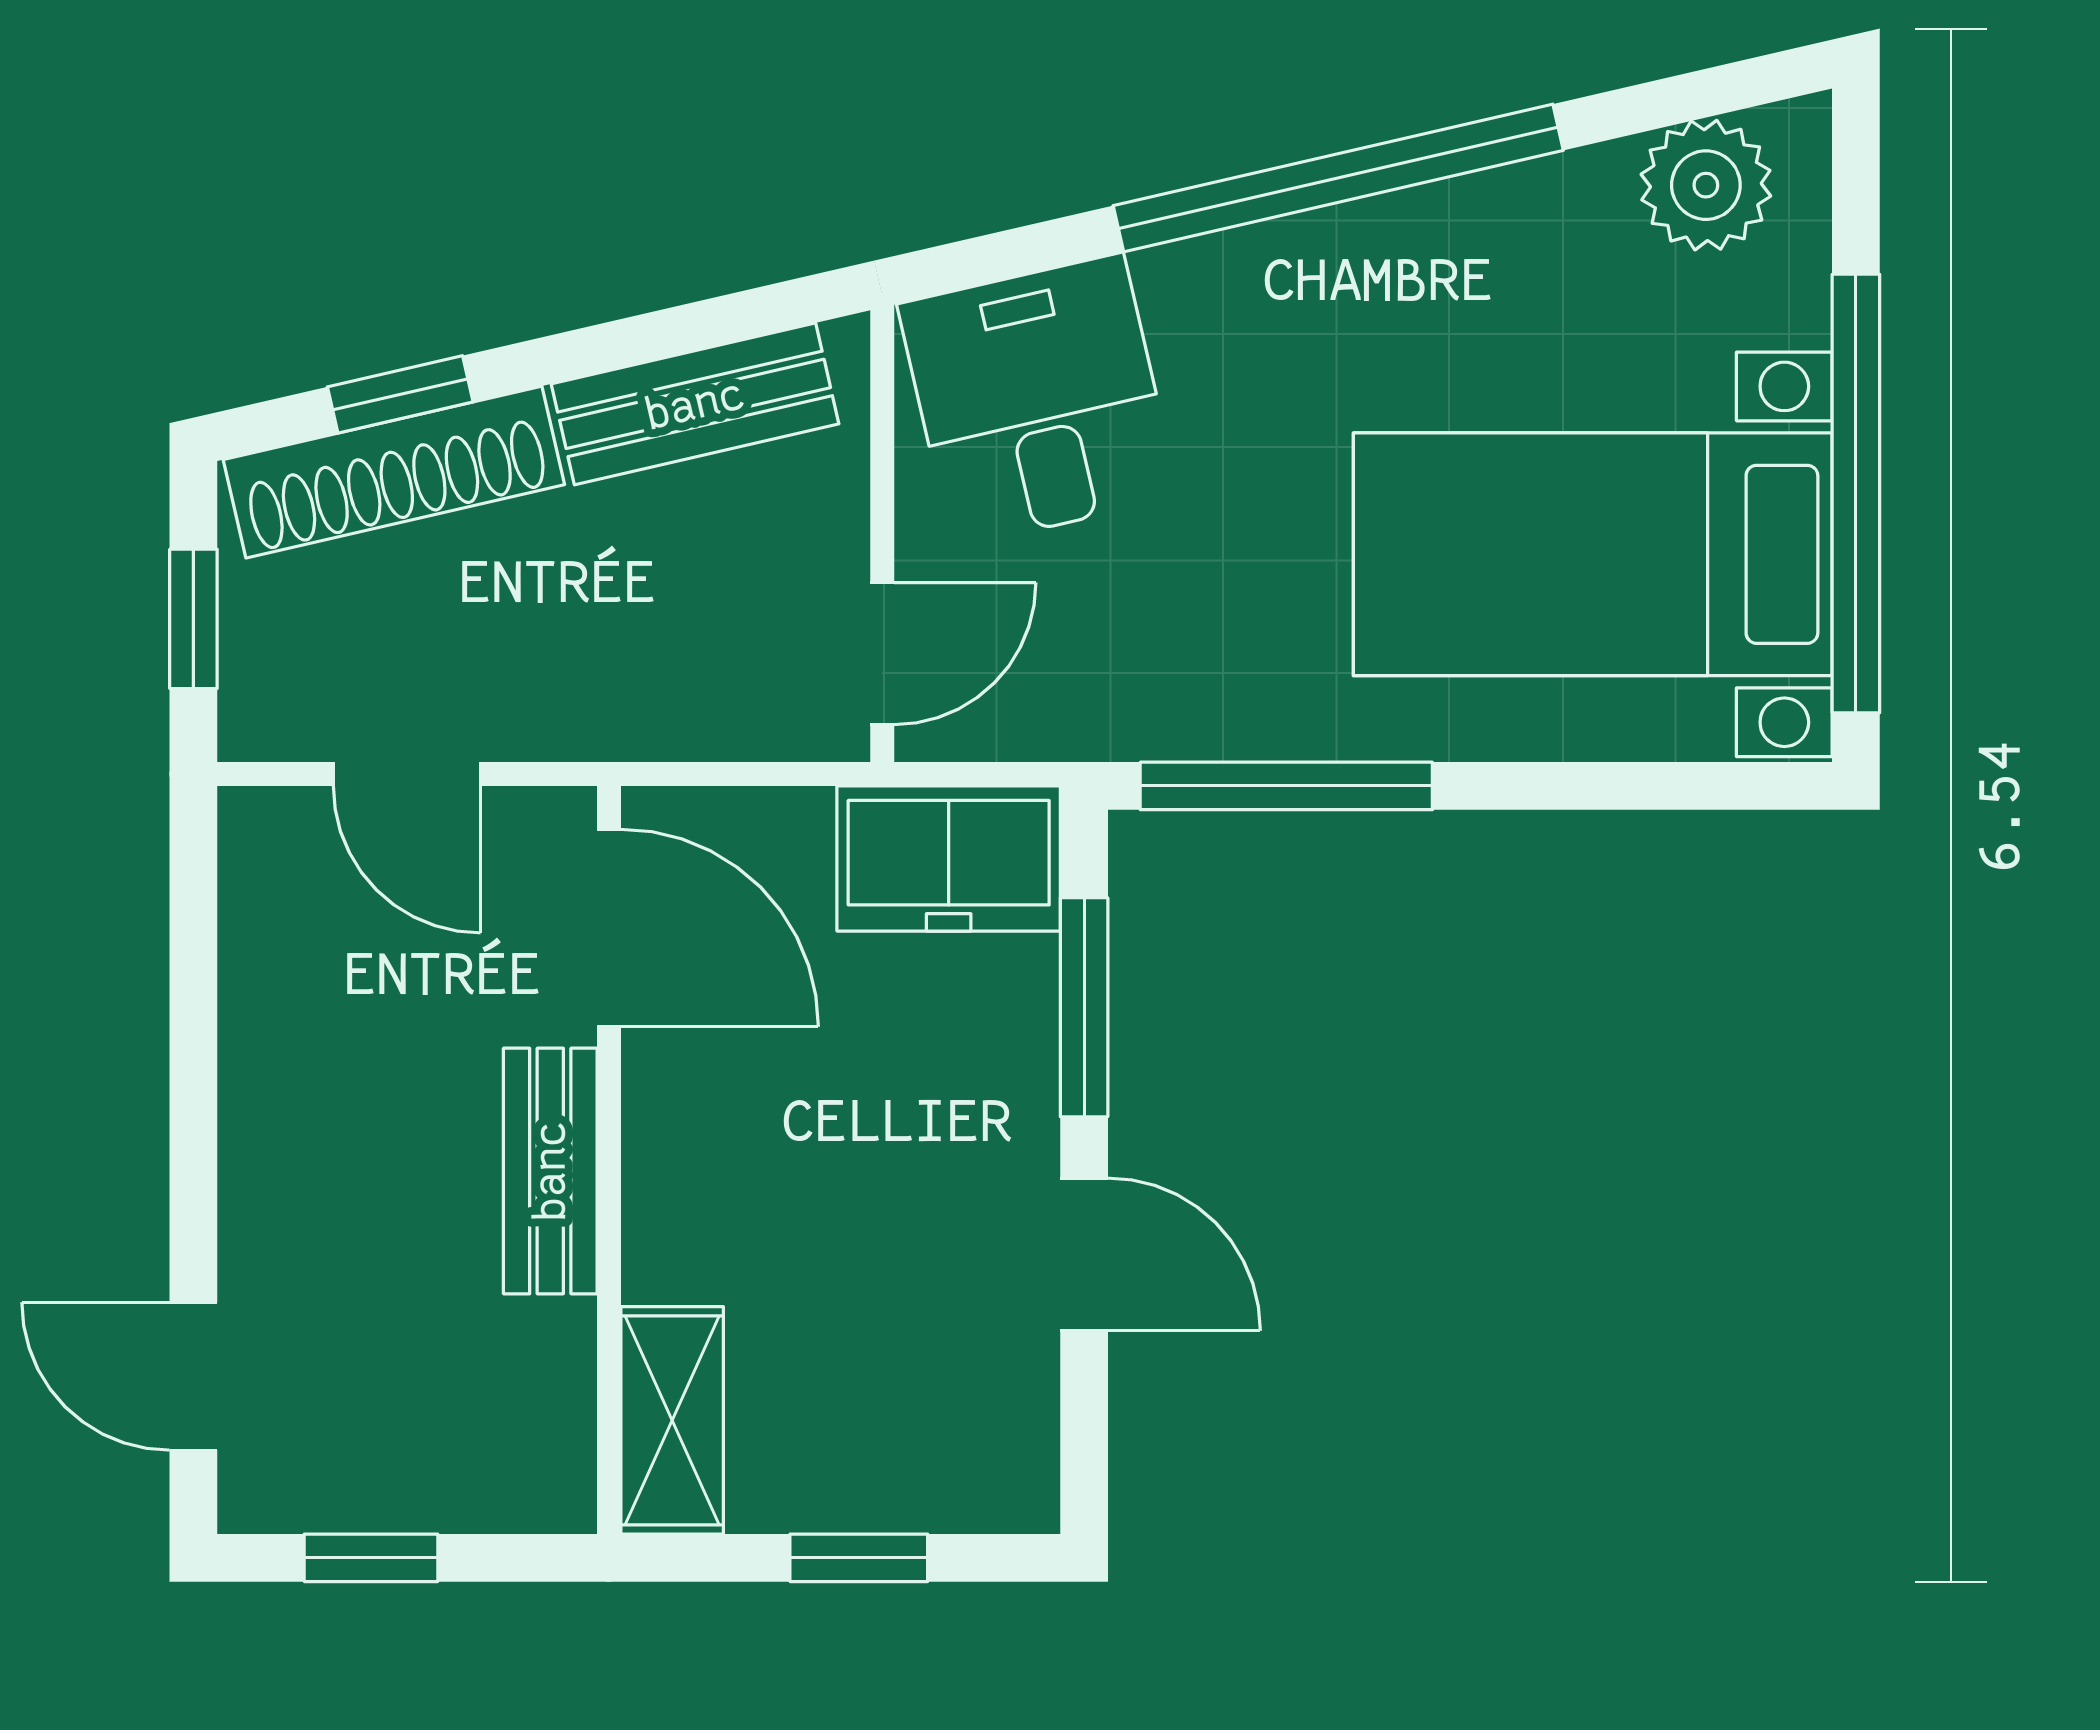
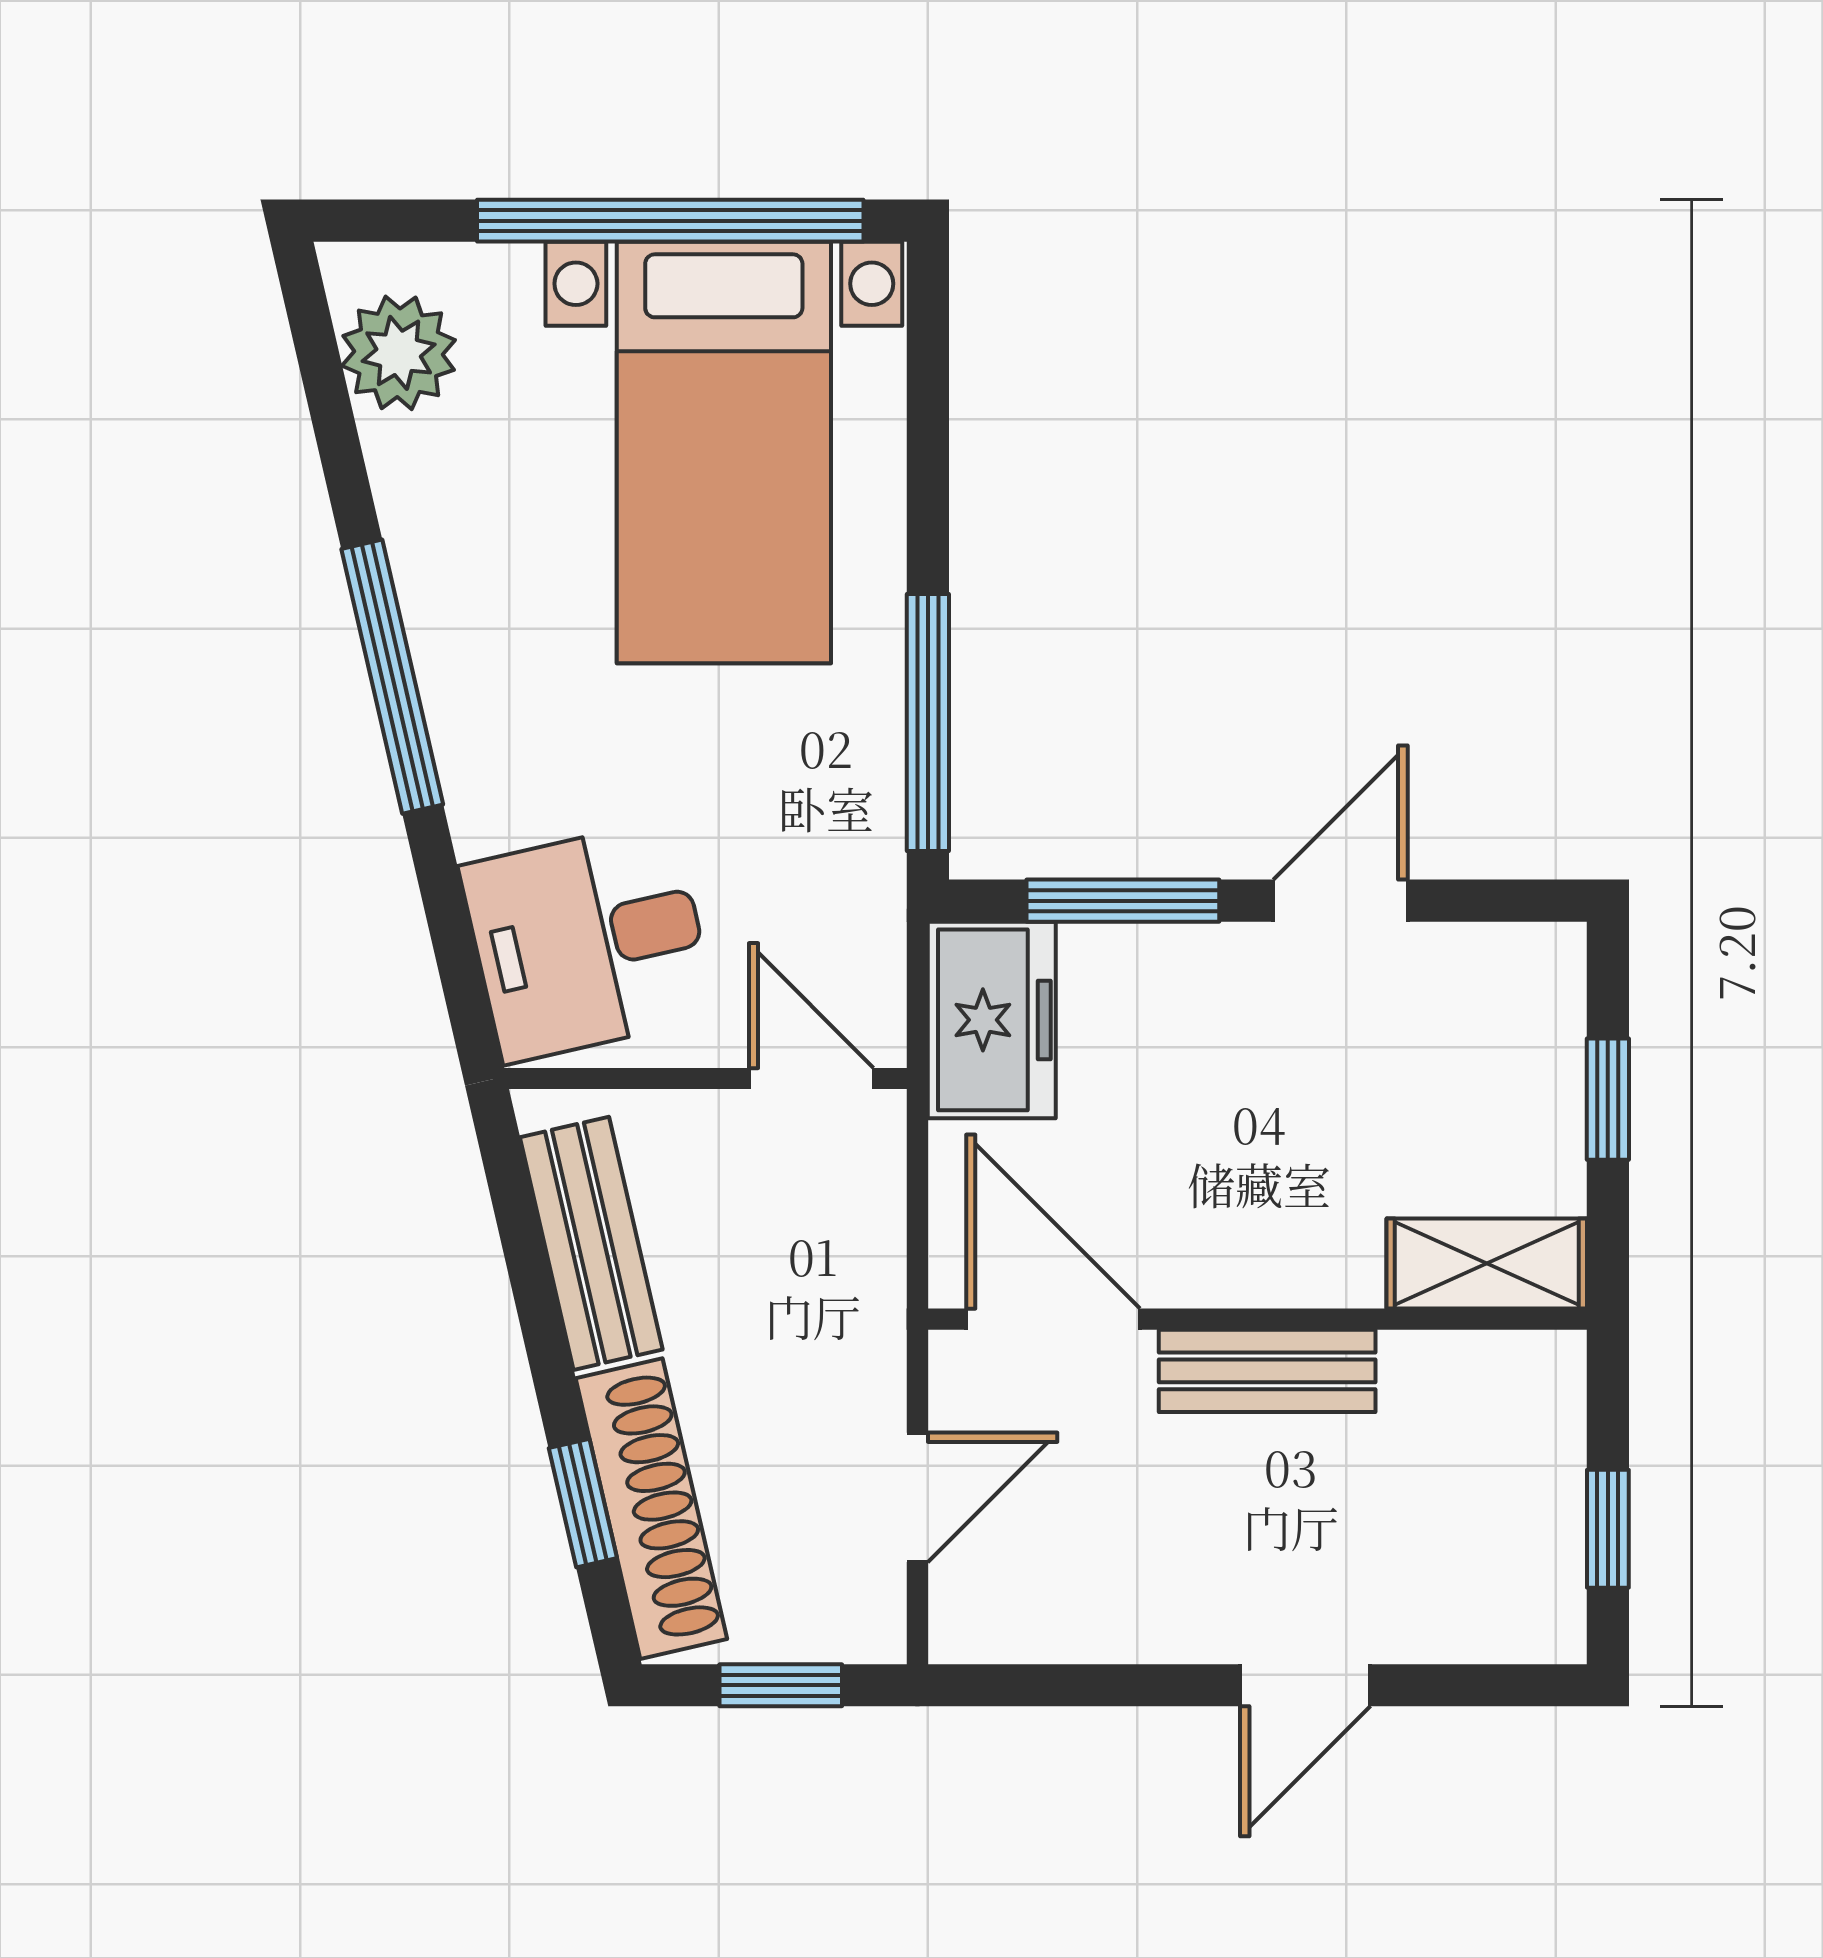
window: (1338, 178) -> (392, 677), width x0.68
door: (609, 928) -> (1053, 1319), hinge flipped
door: (193, 1376) -> (1305, 1685), moved

